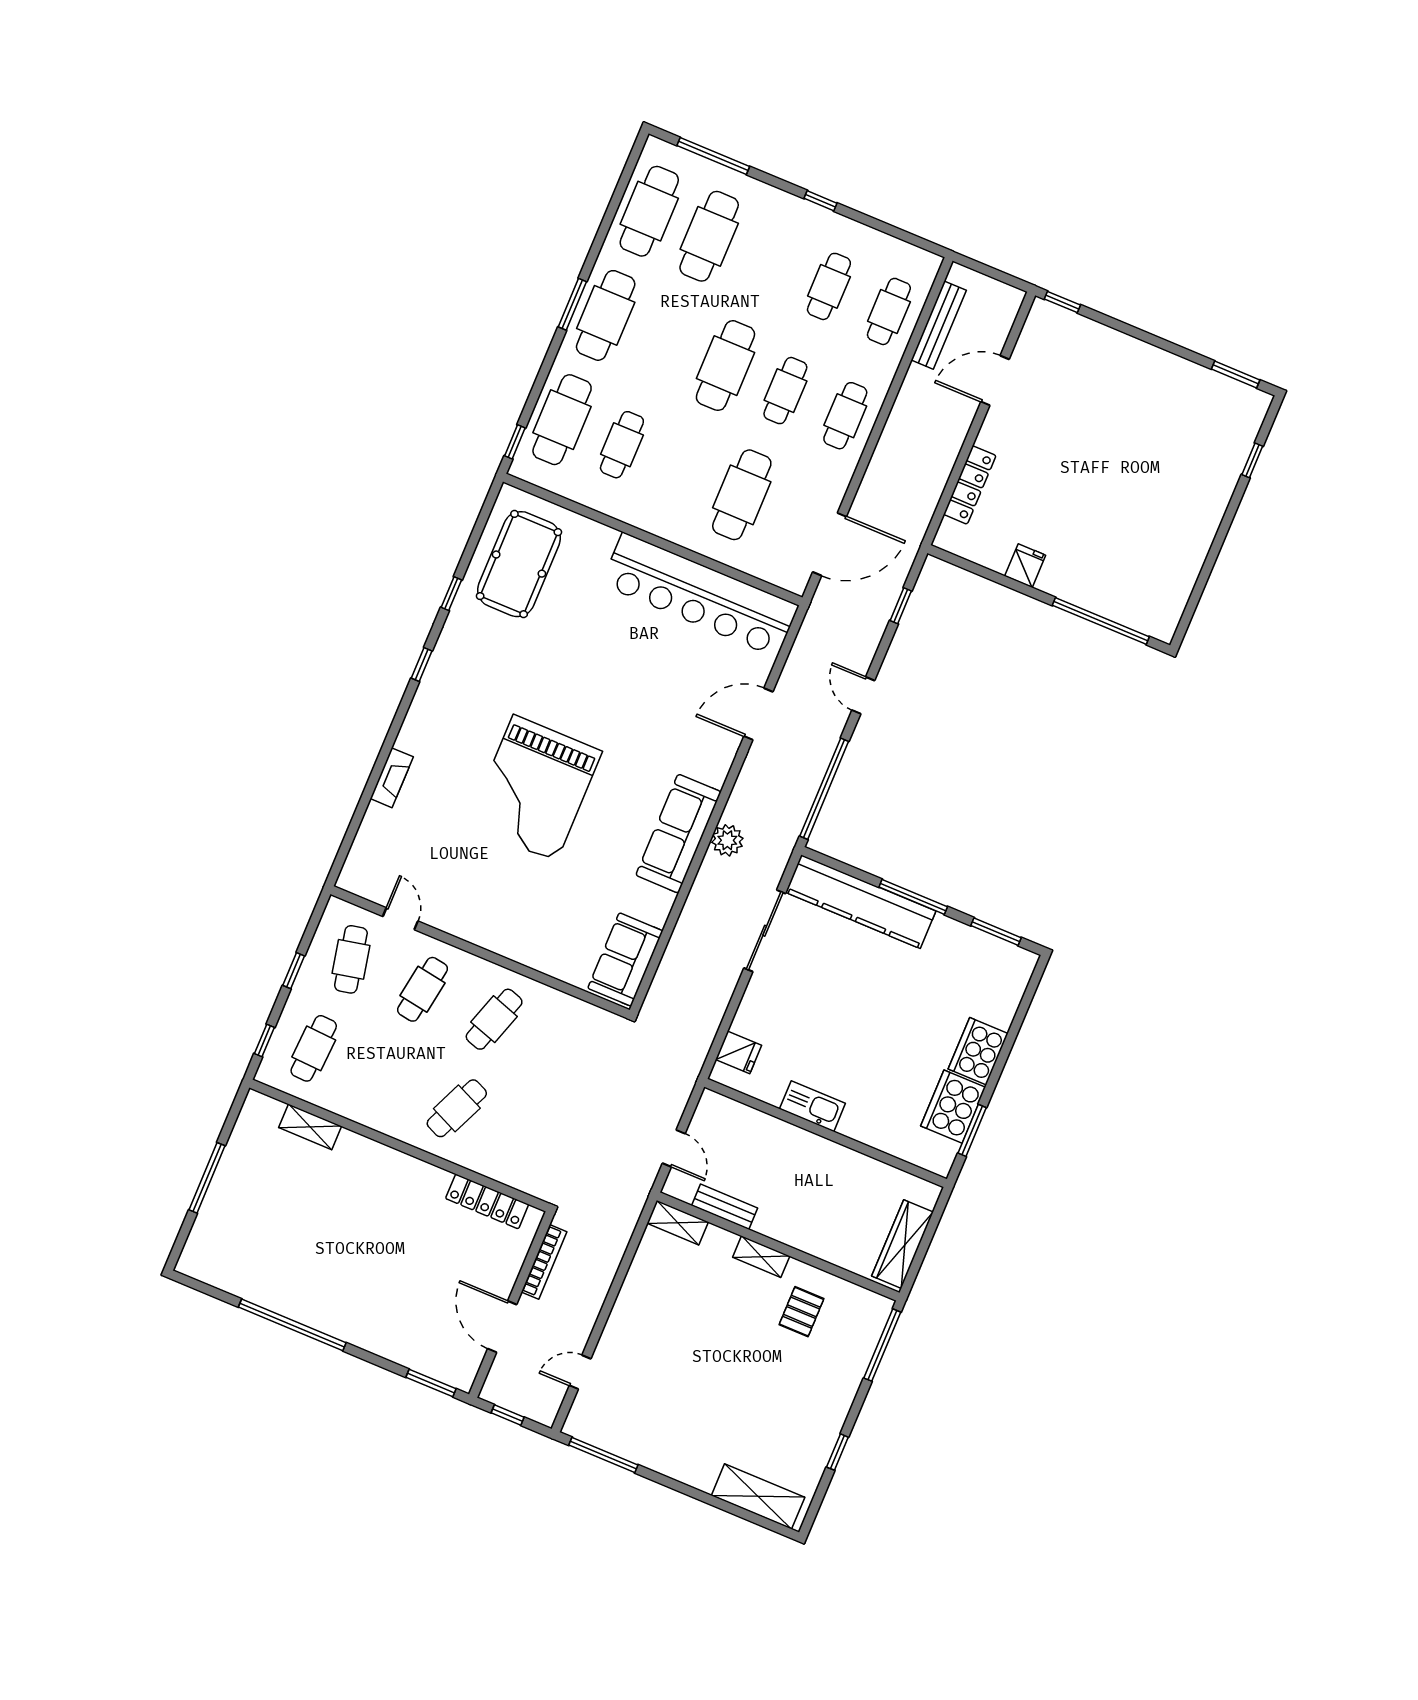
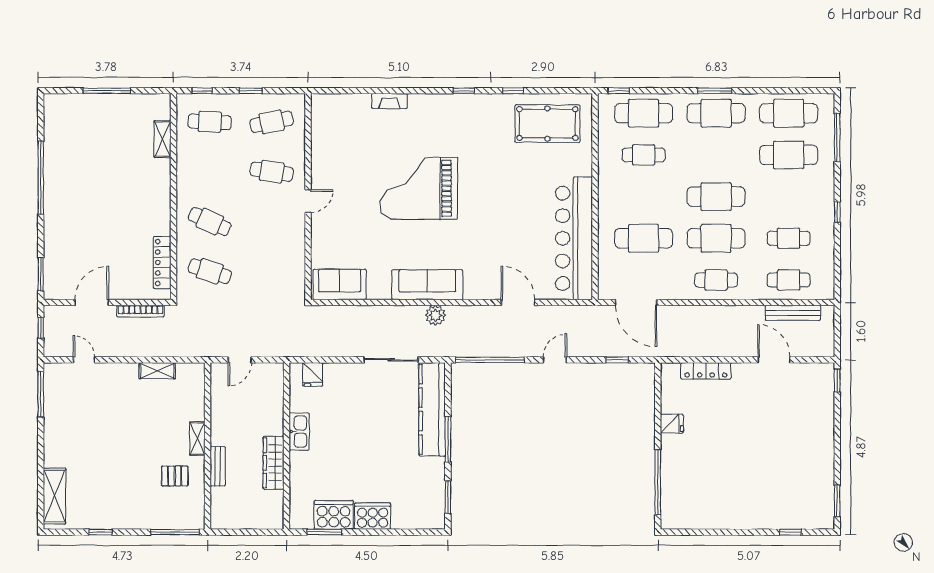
cafe table: (785, 391) -> (716, 238), width x1.37, depth x1.35
door: (400, 919) -> (308, 201), moved
cafe table: (494, 1019) -> (210, 271), moved
bench: (725, 1207) -> (218, 466), moved
shelving: (678, 1223) -> (157, 371), moved, turned 90
wardrobe: (903, 1244) -> (273, 463), moved, turned -90

